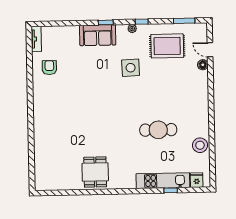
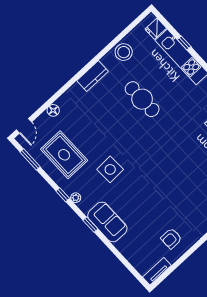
door: (210, 50) -> (24, 126), moved
kitchen counter: (202, 111) -> (92, 76), added

